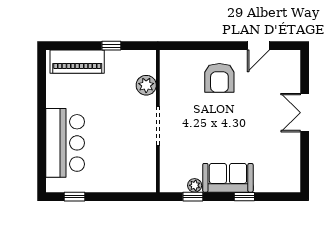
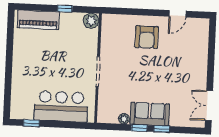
plant: (146, 85) -> (91, 21), moved
double door: (305, 113) -> (209, 106), moved
bar counter: (65, 143) -> (61, 106), moved, turned -90
window: (193, 197) -> (139, 128), moved

